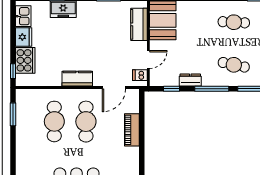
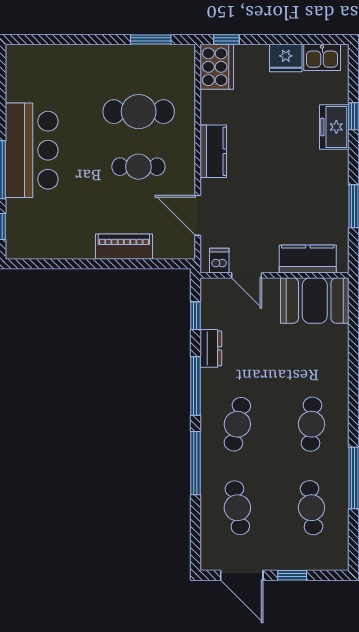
cooker: (25, 60) -> (217, 67), moved, turned -90
cafe table: (86, 122) -> (138, 167), width x0.73, depth x0.74

